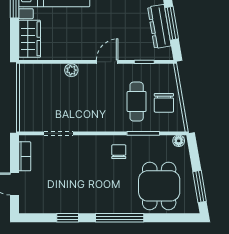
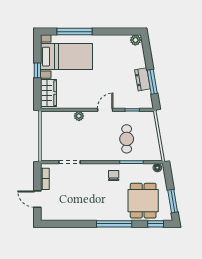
dresser: (159, 26) -> (142, 79), width x0.70
chair: (164, 103) -> (147, 140), removed
window: (68, 218) -> (156, 224), moved

